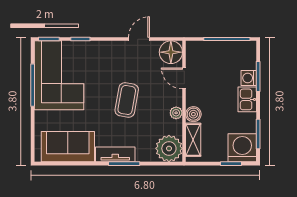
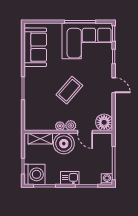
door: (139, 39) -> (114, 85), moved
door: (184, 78) -> (85, 132), swing flipped
washing machine: (249, 78) -> (107, 179), moved
coffee table: (127, 100) -> (69, 90), turned -59
boiler: (193, 114) -> (64, 144), width x1.86, depth x1.86
plant: (169, 148) -> (71, 126), moved, width x0.53, depth x0.53
tv unit: (115, 154) -> (30, 82), removed

